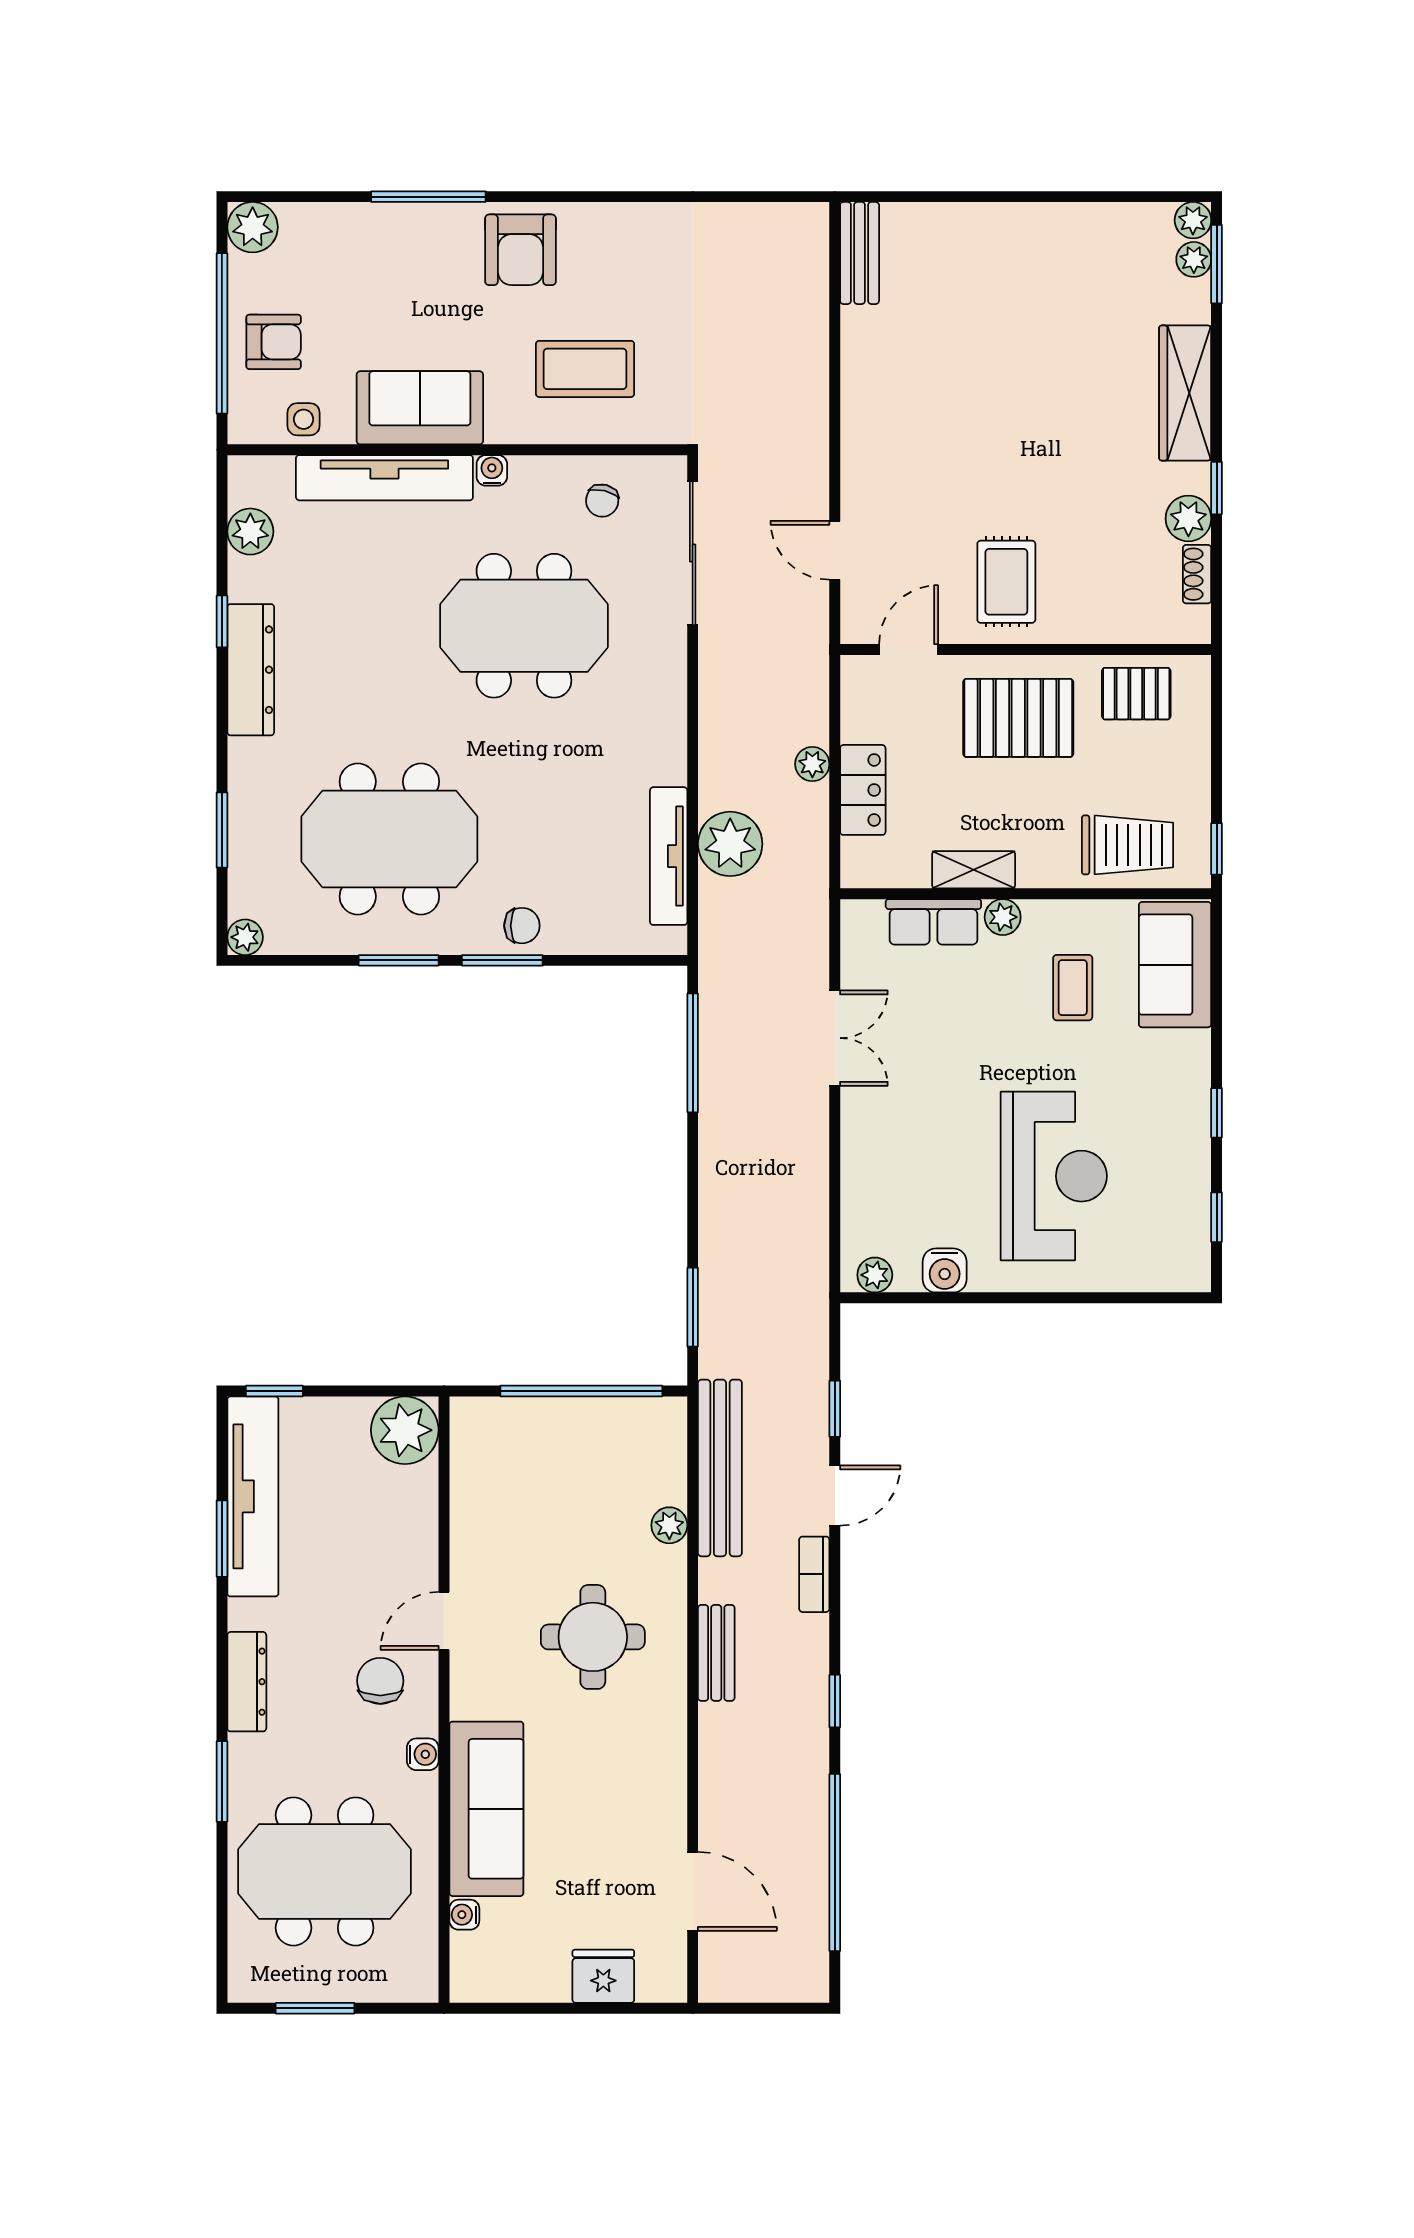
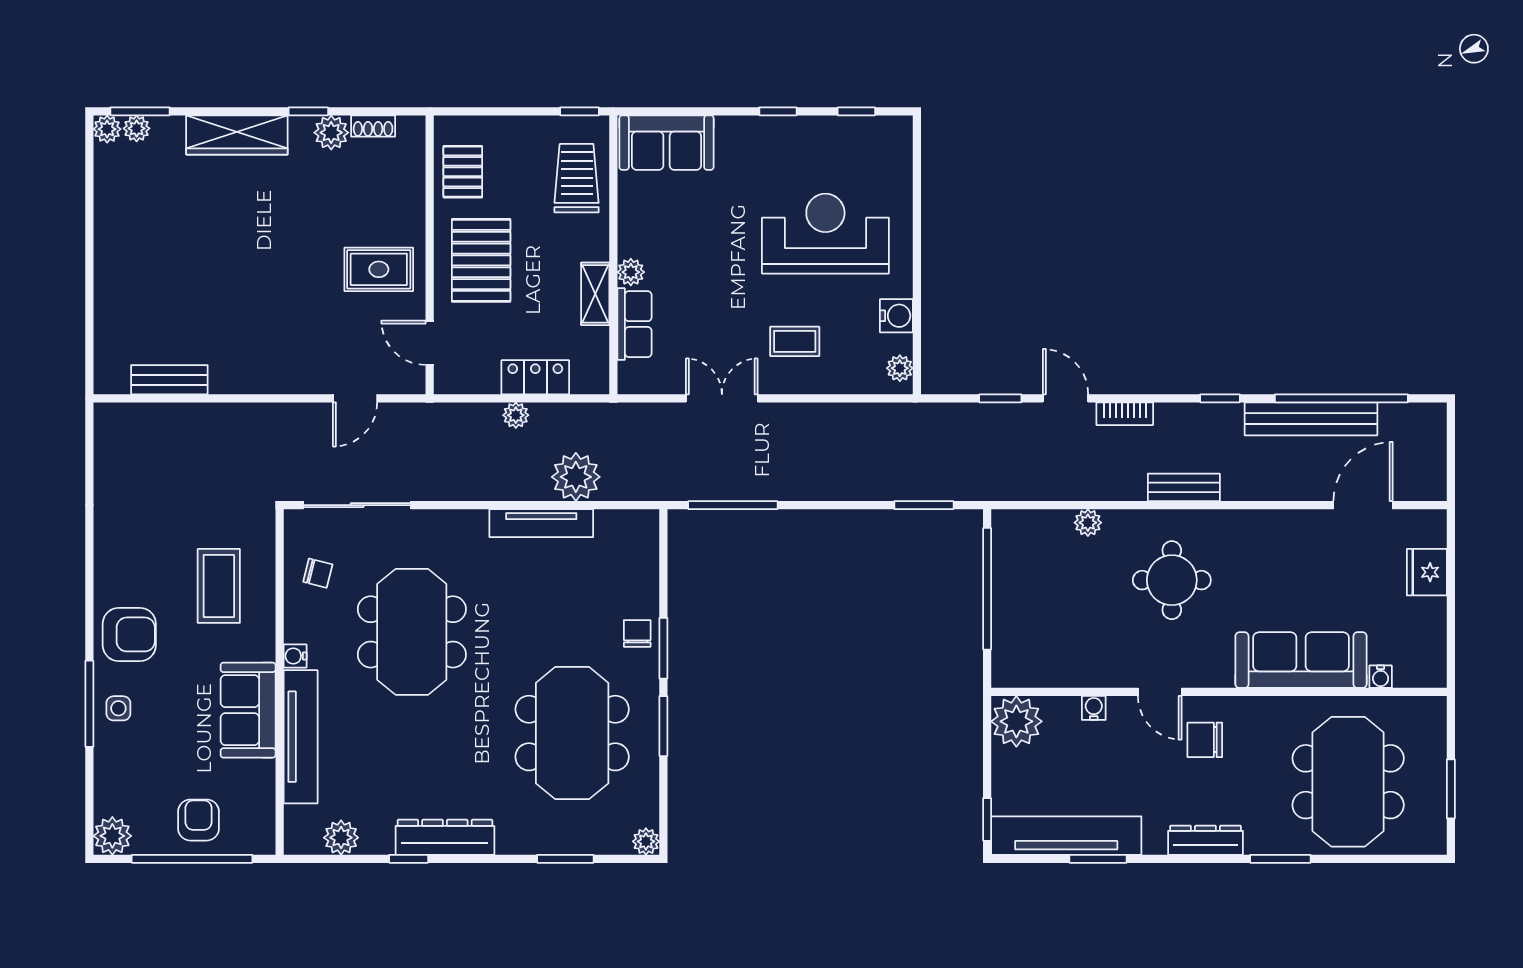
bench: (860, 253) -> (169, 380), moved
side table: (304, 419) -> (118, 708), moved
tv unit: (669, 856) -> (541, 523), moved
coffee table: (1073, 988) -> (795, 341), moved
bench: (720, 1468) -> (1311, 419), moved
water cooler: (423, 1754) -> (1094, 708), moved

